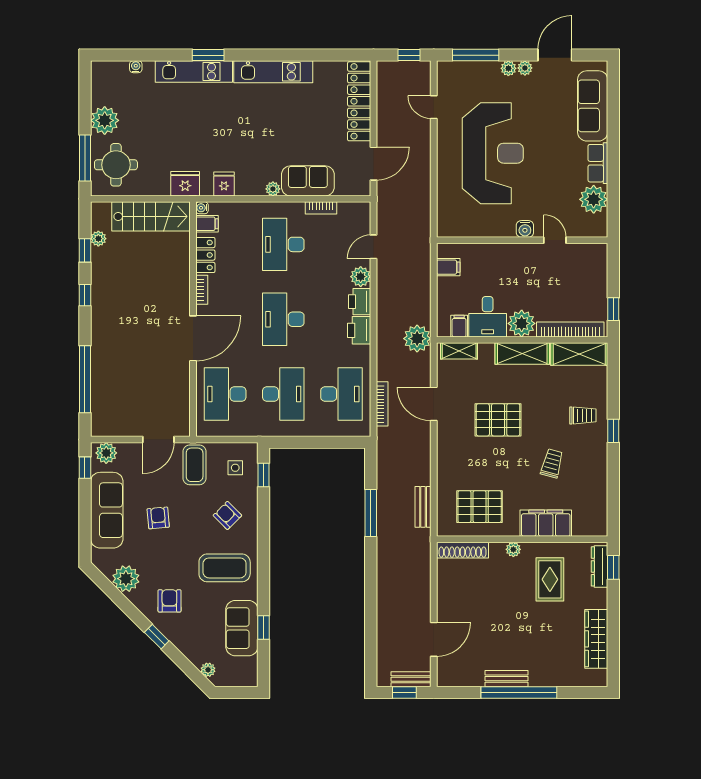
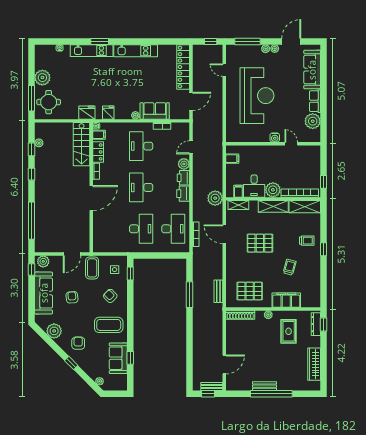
stairs: (151, 216) -> (82, 144), moved, turned 90
desk: (225, 394) -> (109, 229), removed

